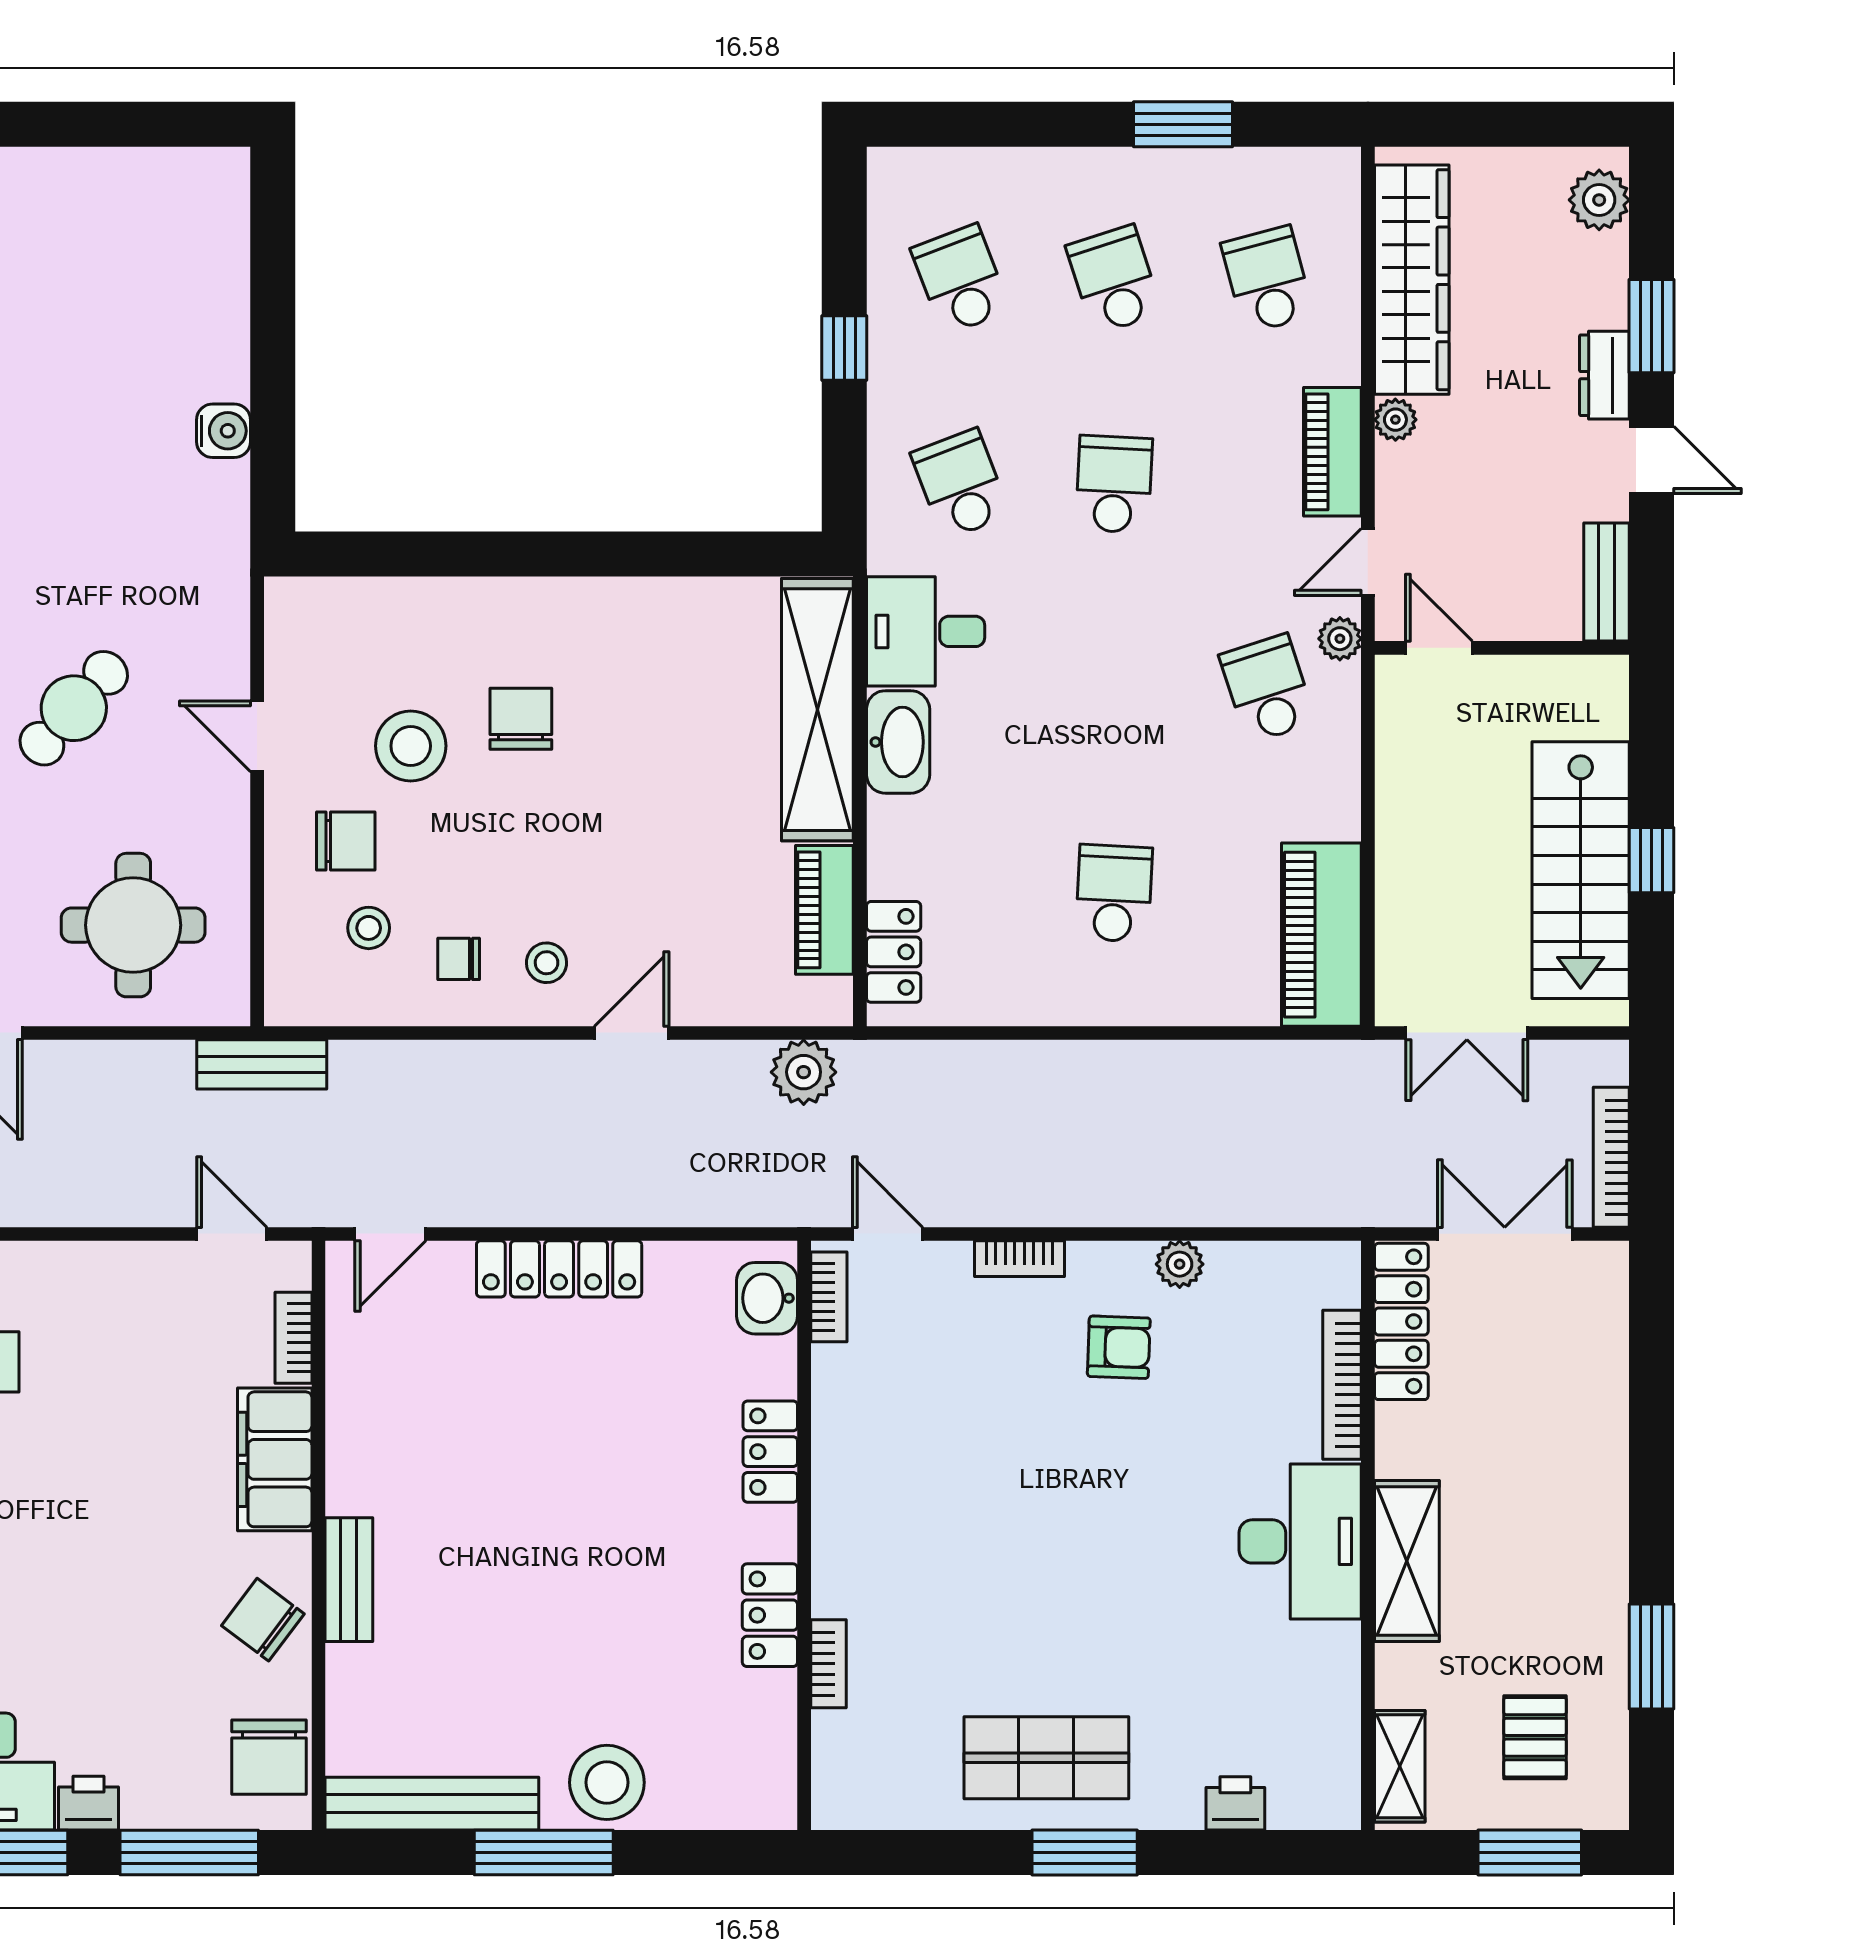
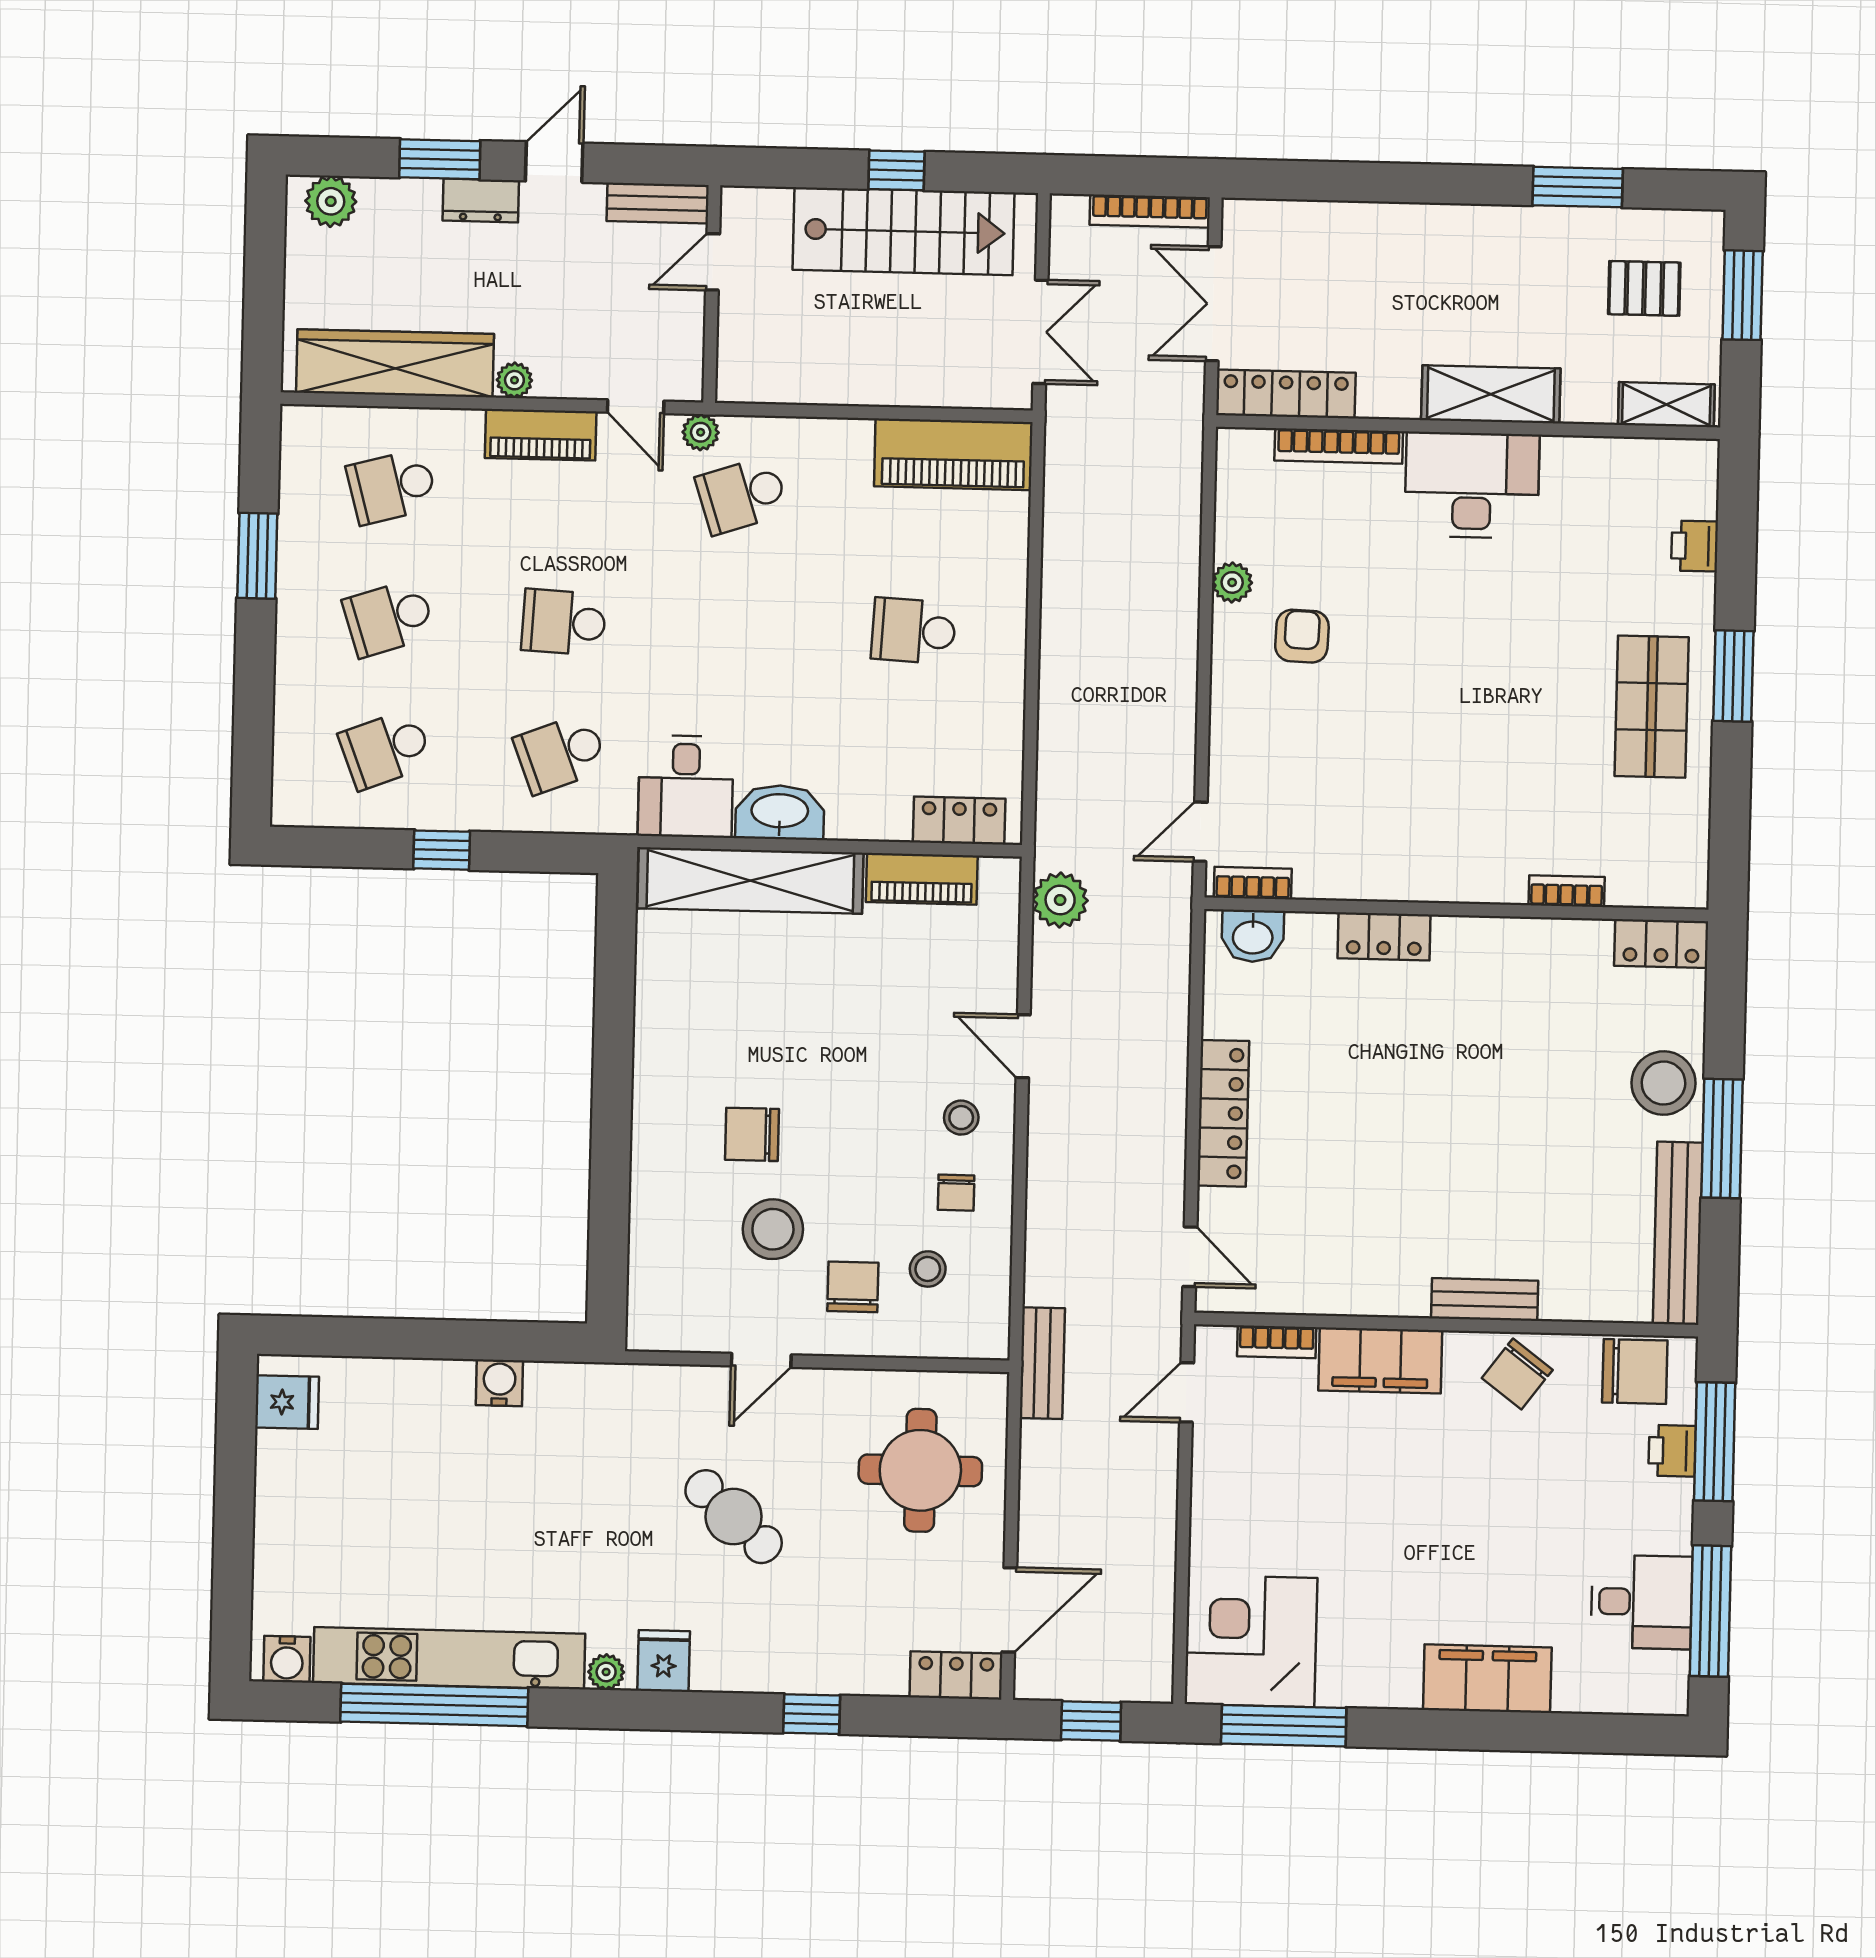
fridge: (195, 183) -> (287, 1402), added
door: (1439, 648) -> (713, 262), moved
bookcase: (1019, 1259) -> (1224, 719), removed
locker: (770, 1615) -> (1661, 943), moved
printer: (88, 1803) -> (1672, 1451), moved

